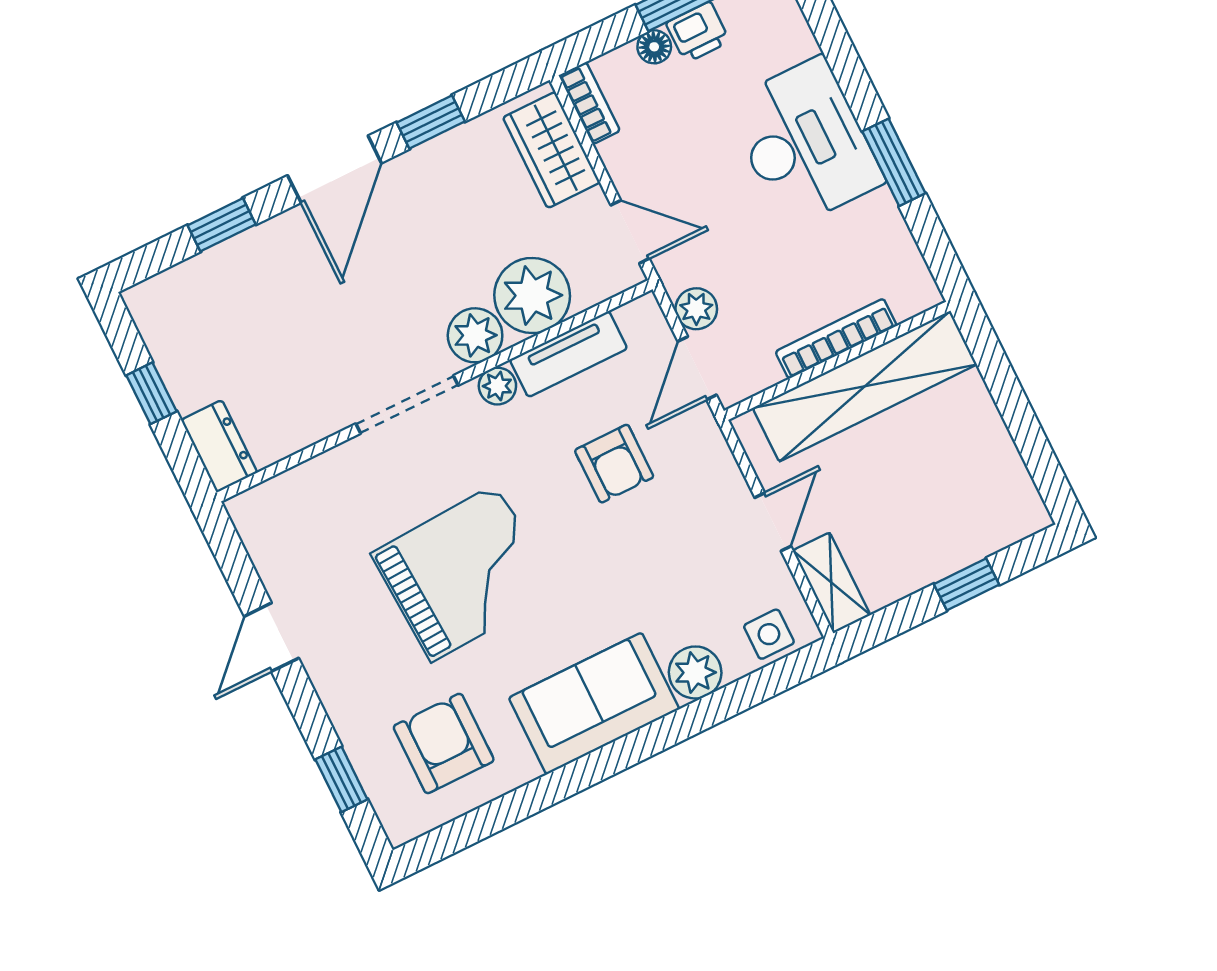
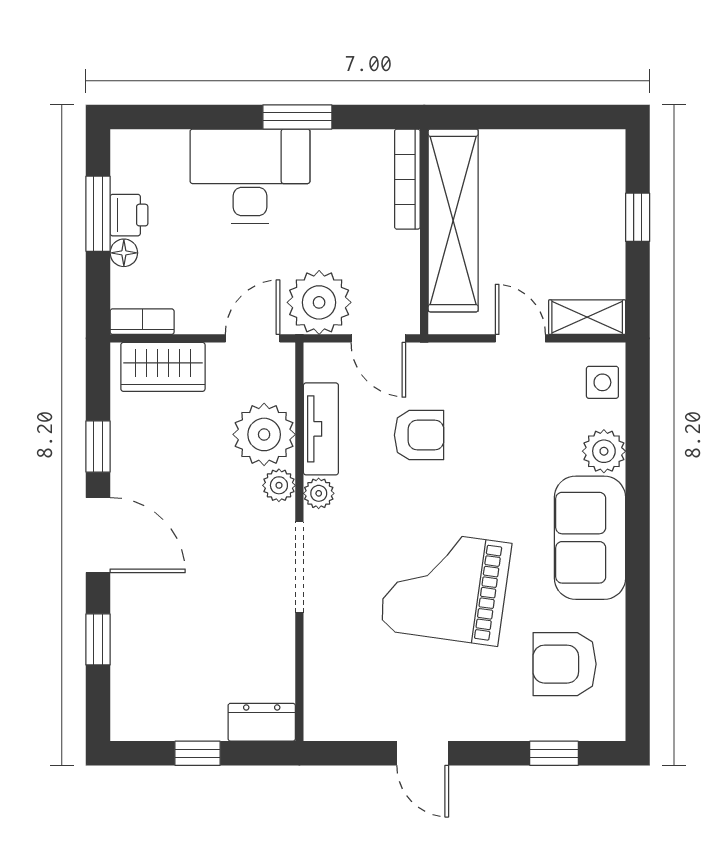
plant: (696, 309) -> (319, 302), width x1.88, depth x1.88
plant: (475, 335) -> (279, 485), width x0.73, depth x0.73
bookcase: (836, 339) -> (407, 179), moved
grand piano: (464, 573) -> (445, 587), turned -79

